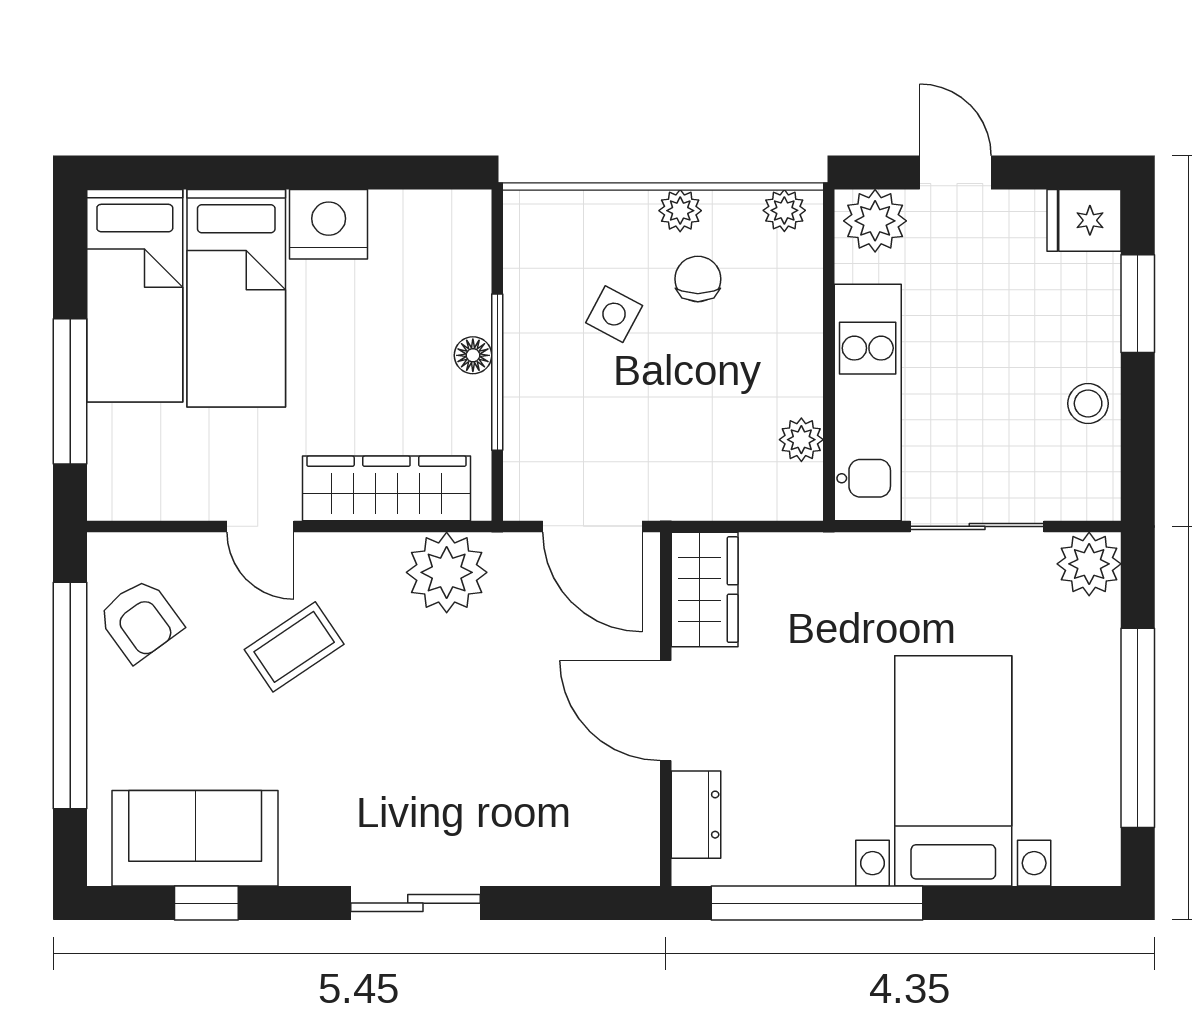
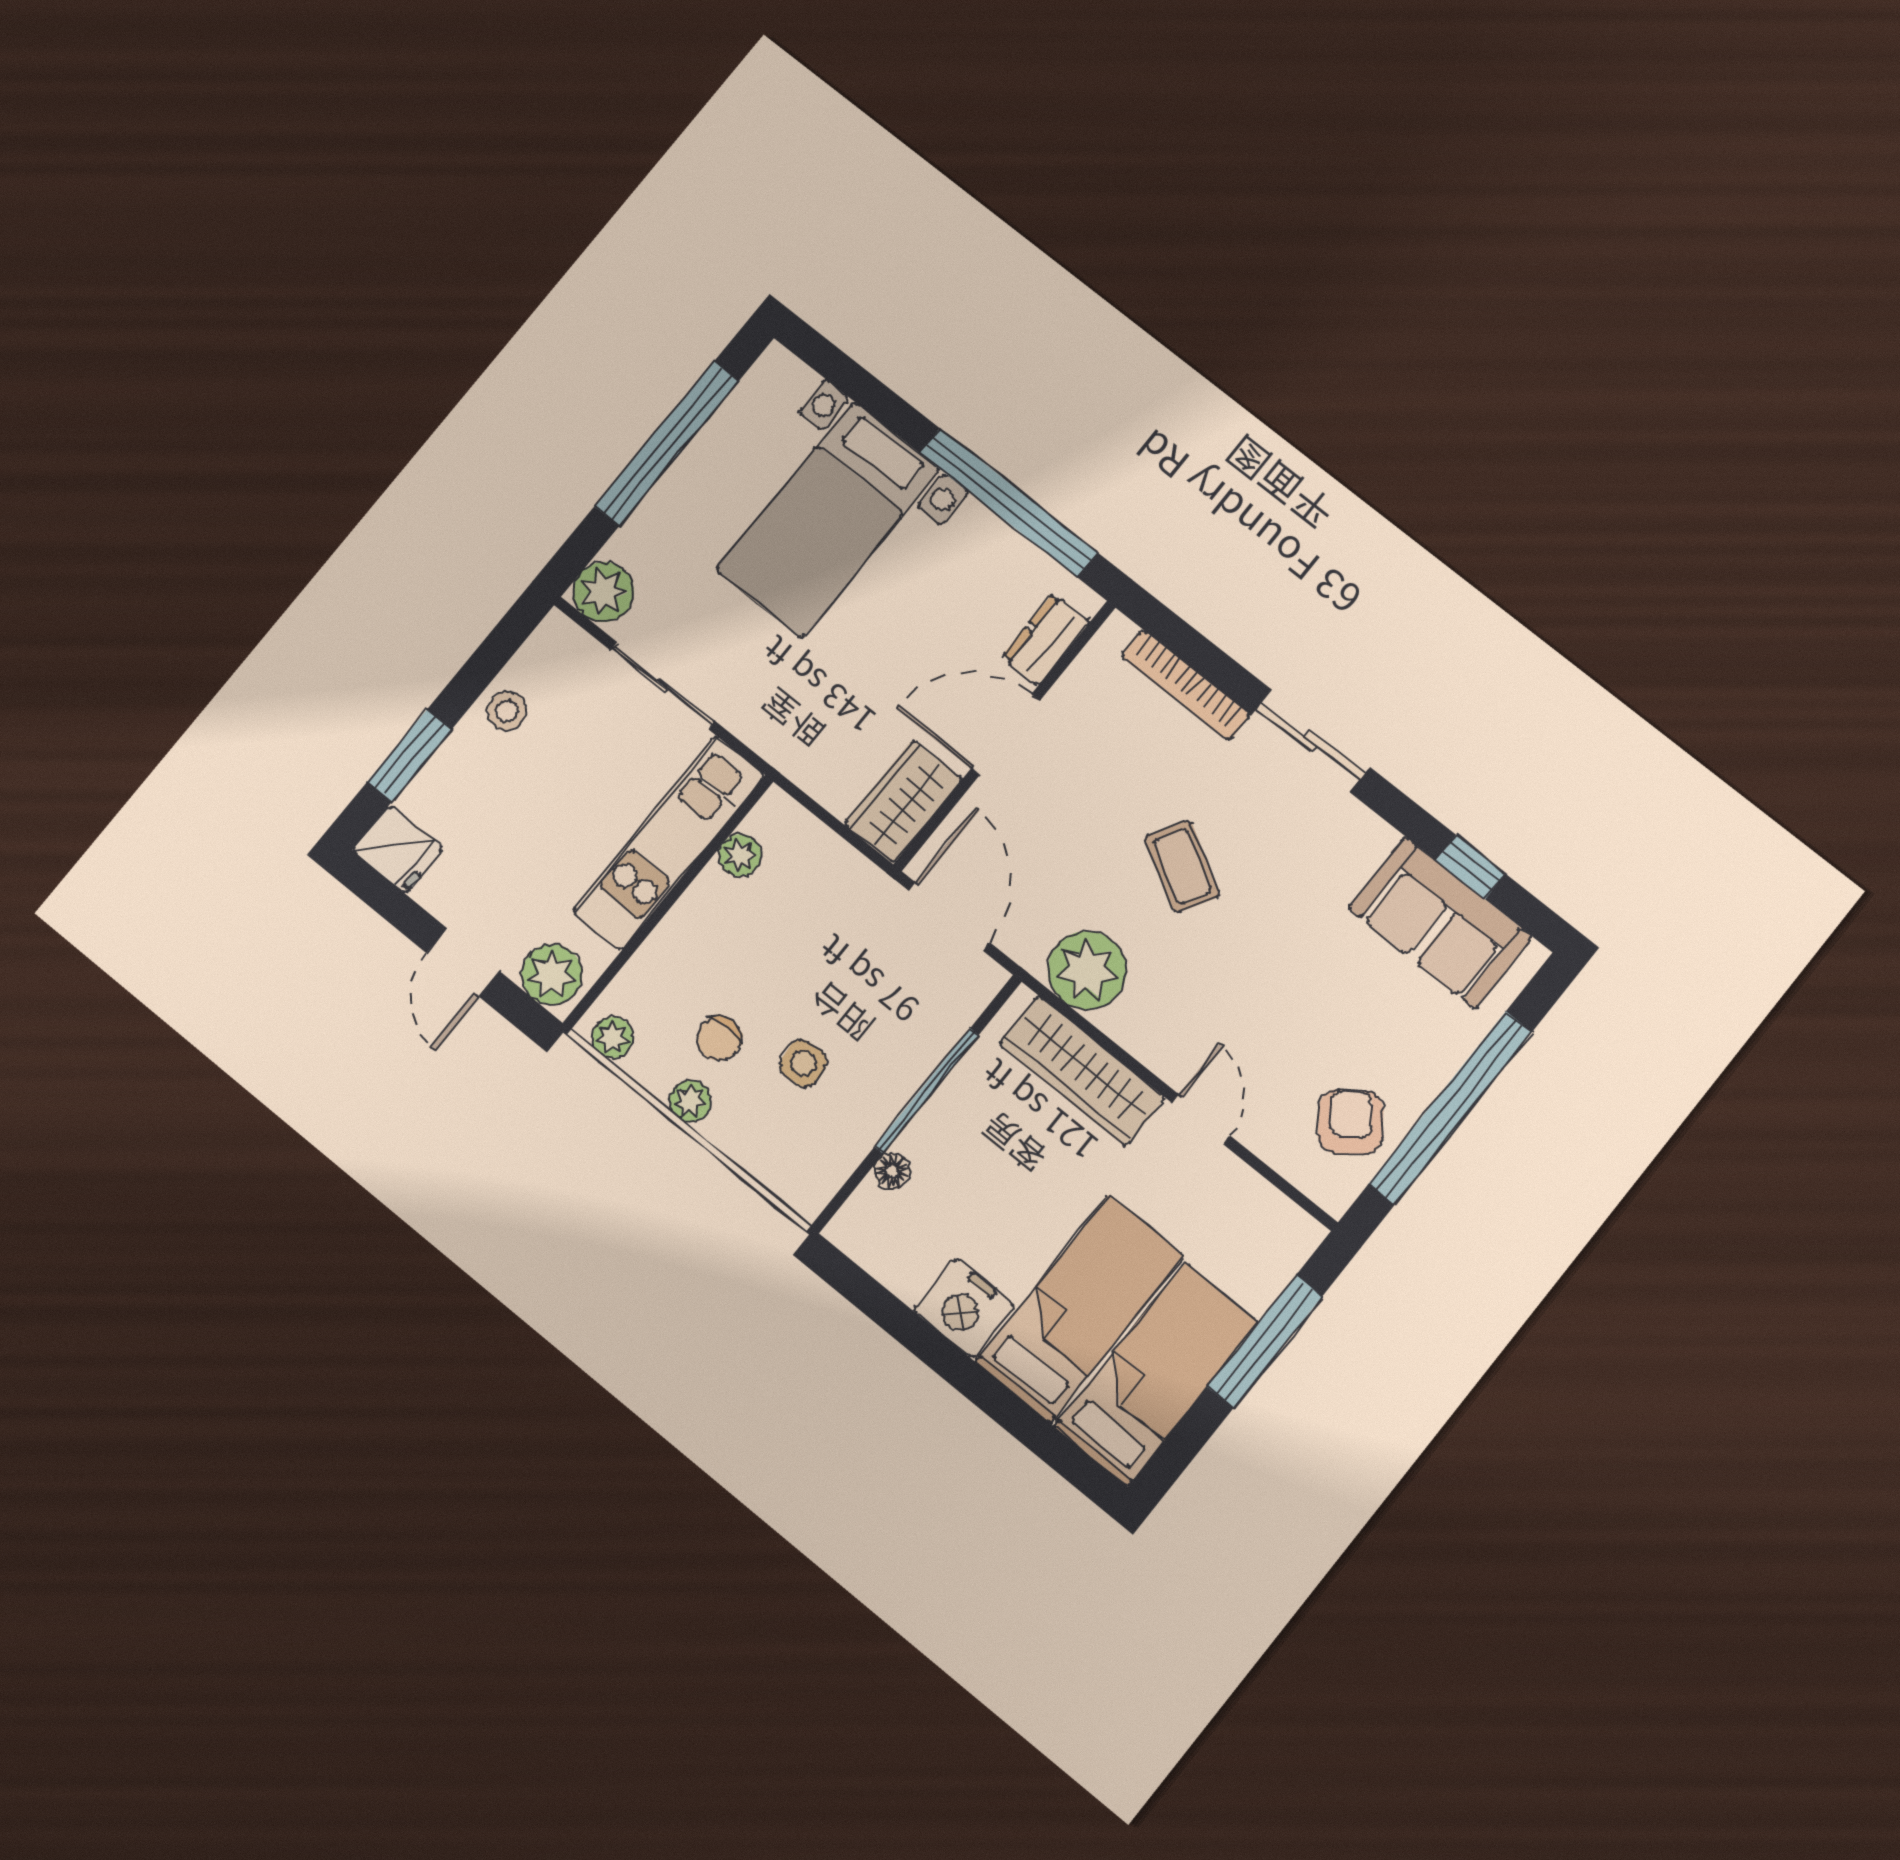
side table: (614, 314) -> (803, 1063), turned -32
floor lamp: (473, 355) -> (892, 1171), moved
coffee table: (294, 647) -> (1182, 866), moved, turned 64
door: (666, 710) -> (1005, 735), swing flipped
bookcase: (552, 868) -> (1186, 685), added

